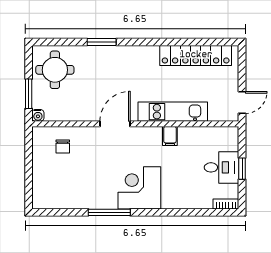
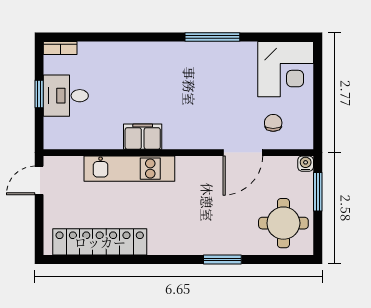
door: (115, 124) -> (243, 153), moved
filing cabinet: (170, 136) -> (143, 137), width x2.00
corner desk: (139, 188) -> (286, 69), moved

